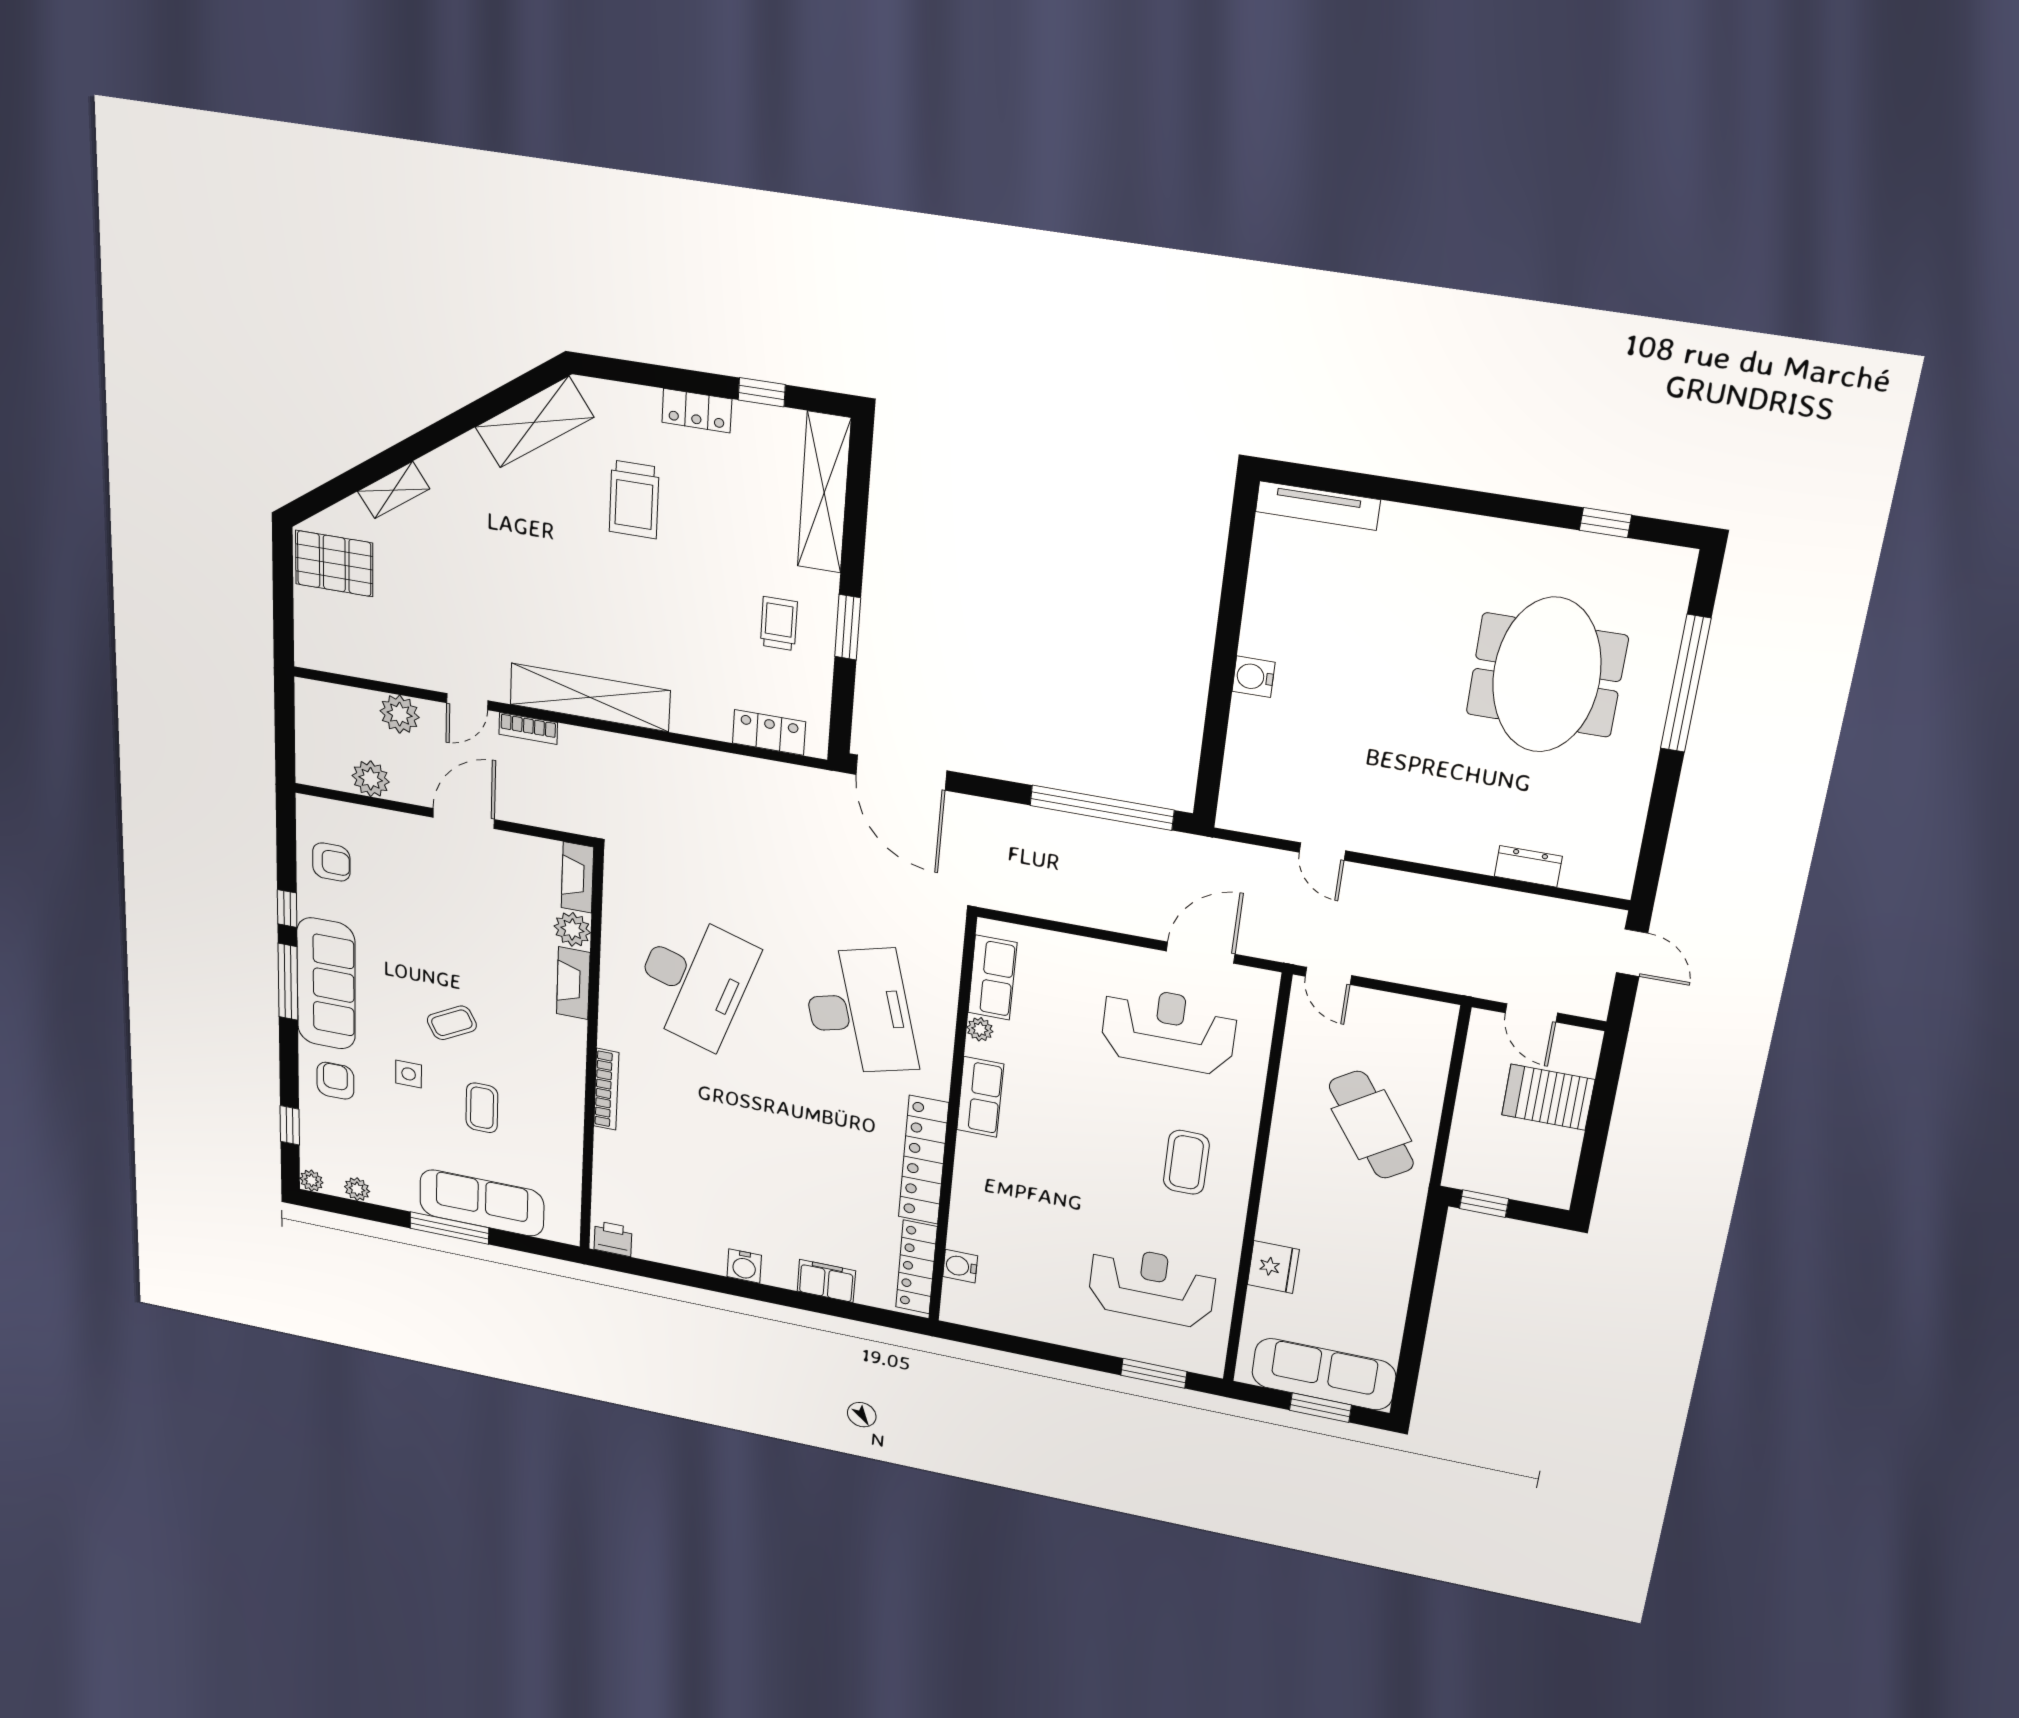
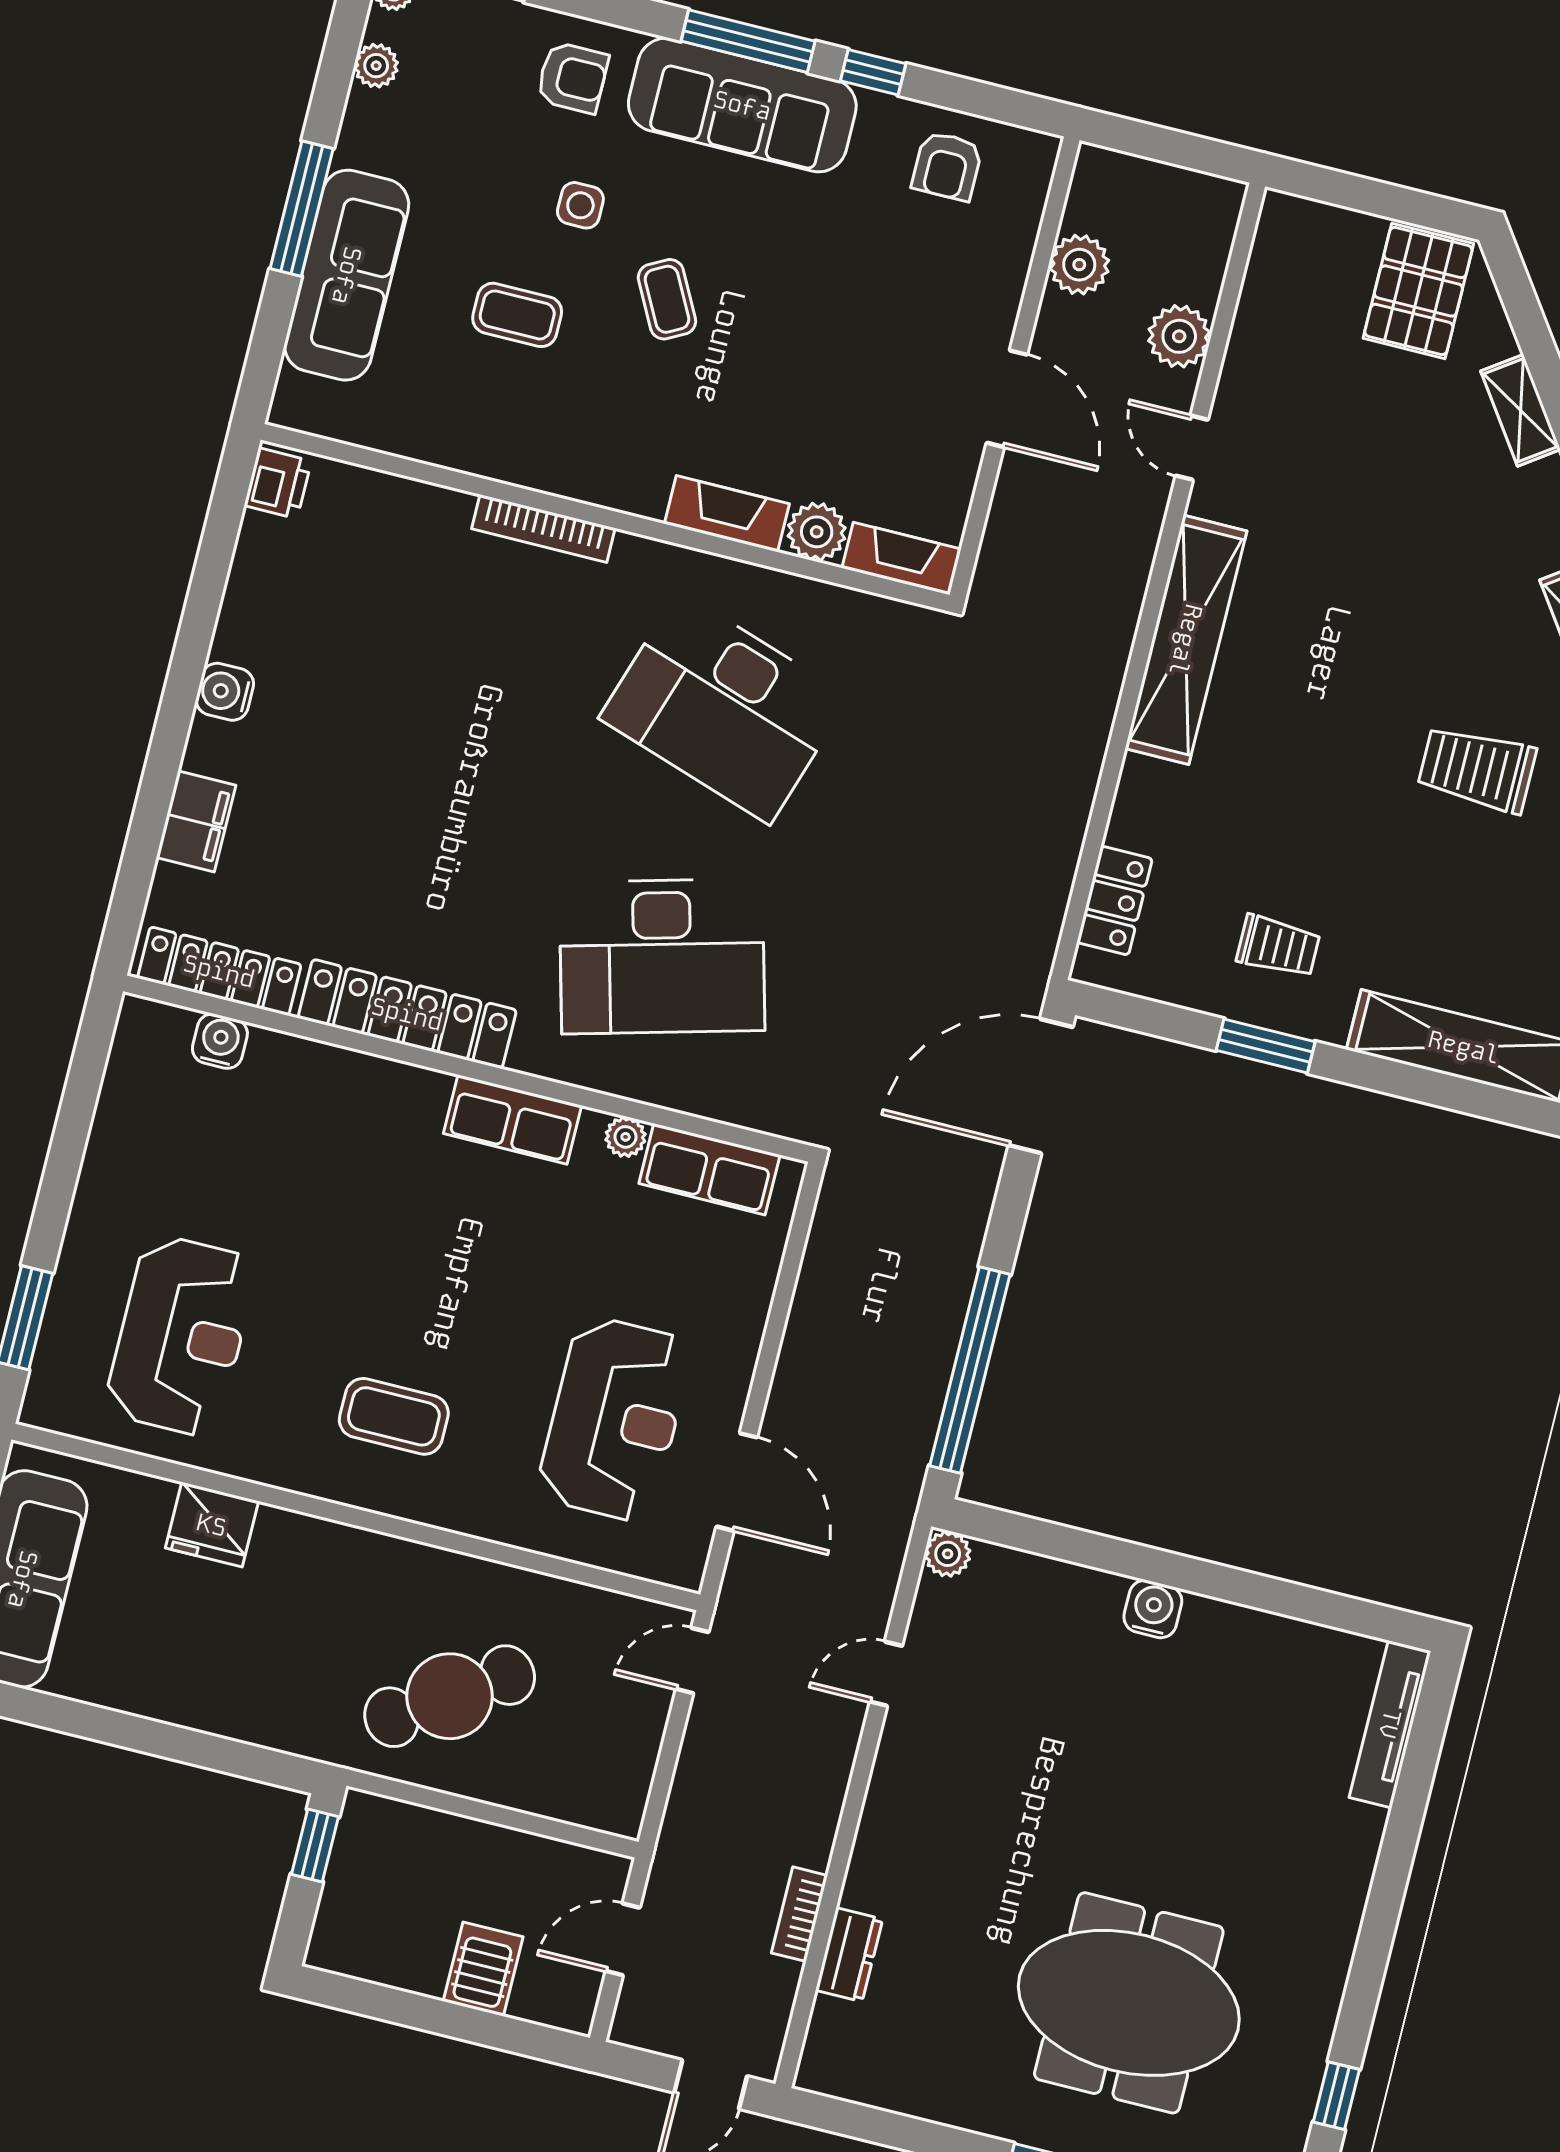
bookcase: (528, 728) -> (800, 1914), moved
plant: (1232, 816) -> (948, 1554), added
server rack: (1548, 1097) -> (483, 1969), width x0.73, depth x0.70

